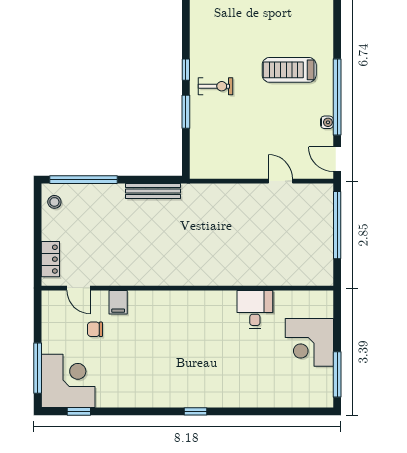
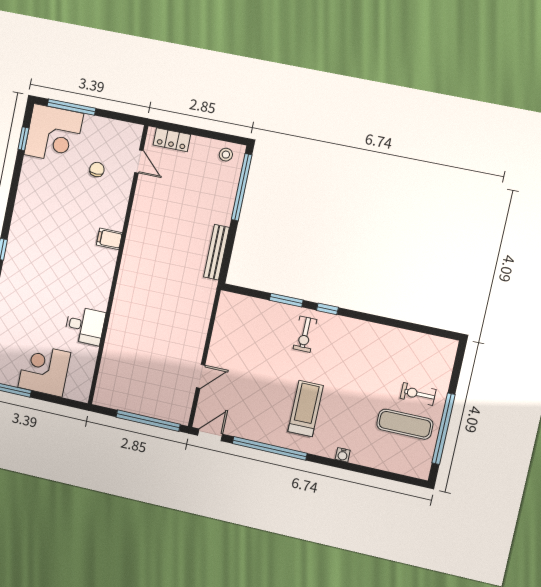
water cooler: (327, 122) -> (343, 455), moved
door: (79, 288) -> (139, 162), swing flipped
filing cabinet: (118, 302) -> (109, 239), moved

